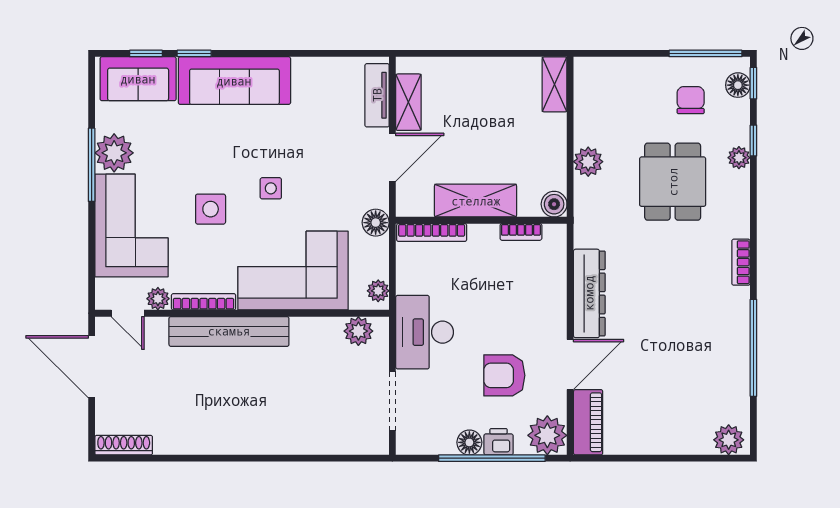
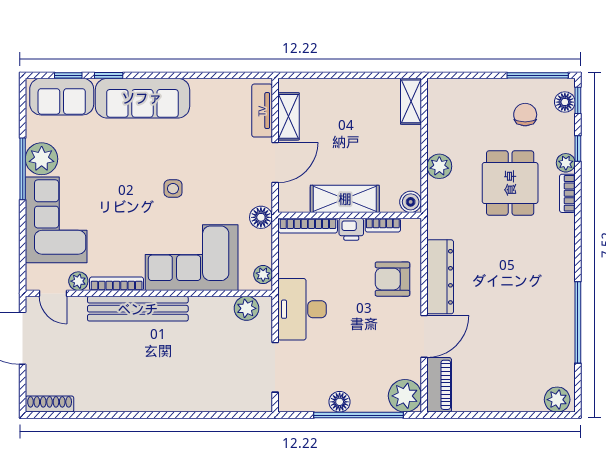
side table: (211, 209) -> (122, 206), removed
bookcase: (741, 262) -> (567, 193), moved
armchair: (504, 375) -> (393, 279), moved
printer: (499, 442) -> (351, 229), moved, turned 180

